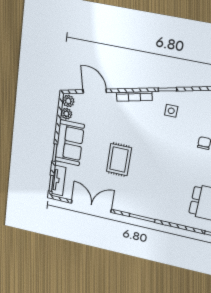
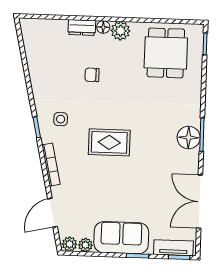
rug: (119, 160) -> (109, 142), moved
floor lamp: (141, 208) -> (189, 138), added

